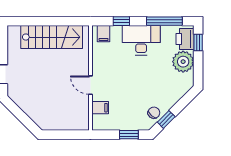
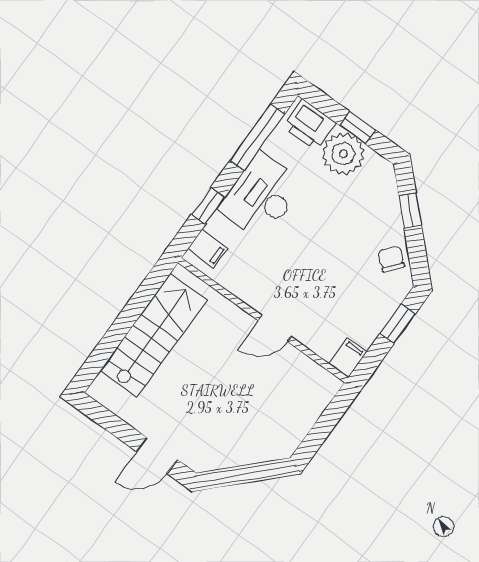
window: (198, 43) -> (357, 128), moved
filing cabinet: (100, 108) -> (348, 358), moved
window: (166, 119) -> (410, 211), moved

